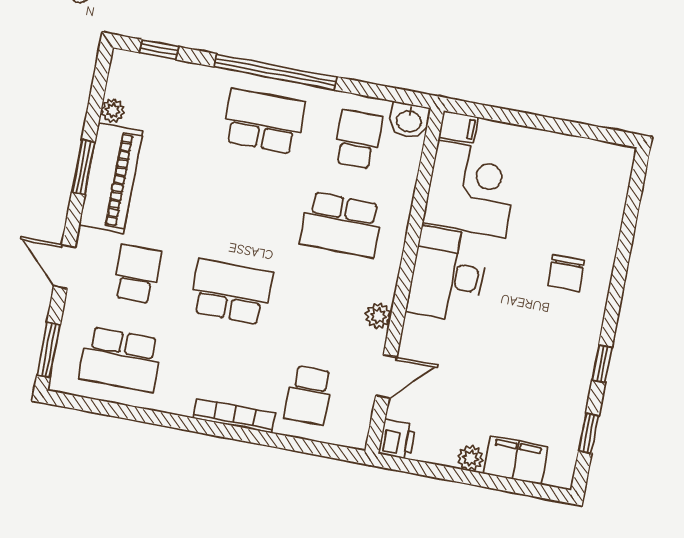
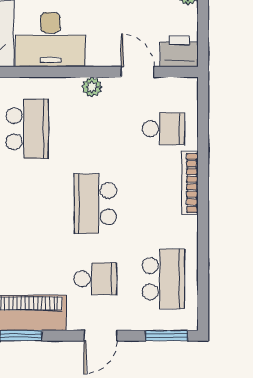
school desk: (137, 274) -> (95, 279), turned 180
printer: (397, 439) -> (179, 51), width x1.36, depth x1.24

